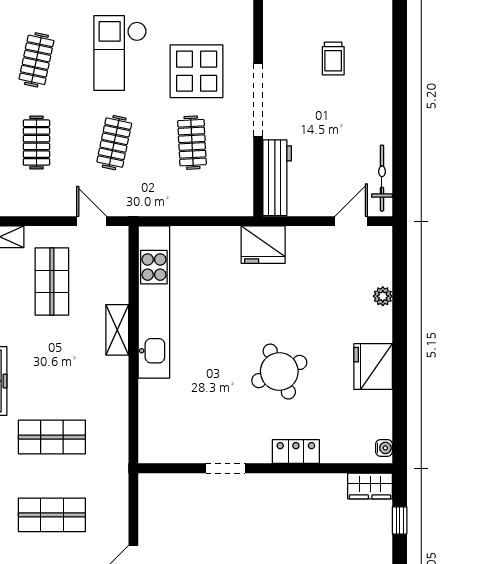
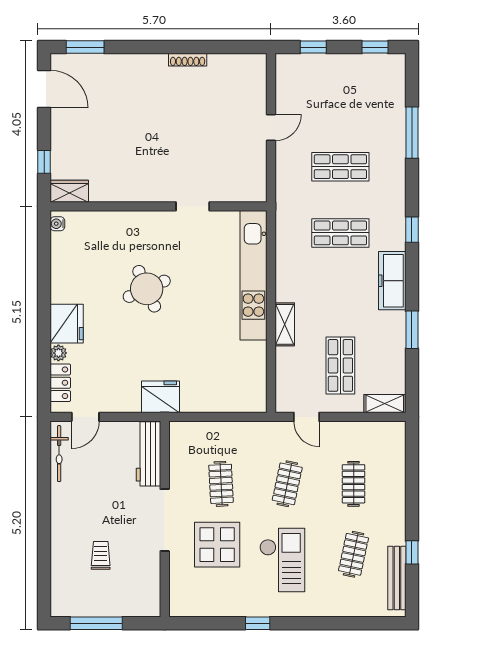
kitchen unit: (154, 302) -> (253, 275), moved
fridge: (373, 367) -> (67, 324), moved
locker: (296, 452) -> (60, 383), moved, turned -90

